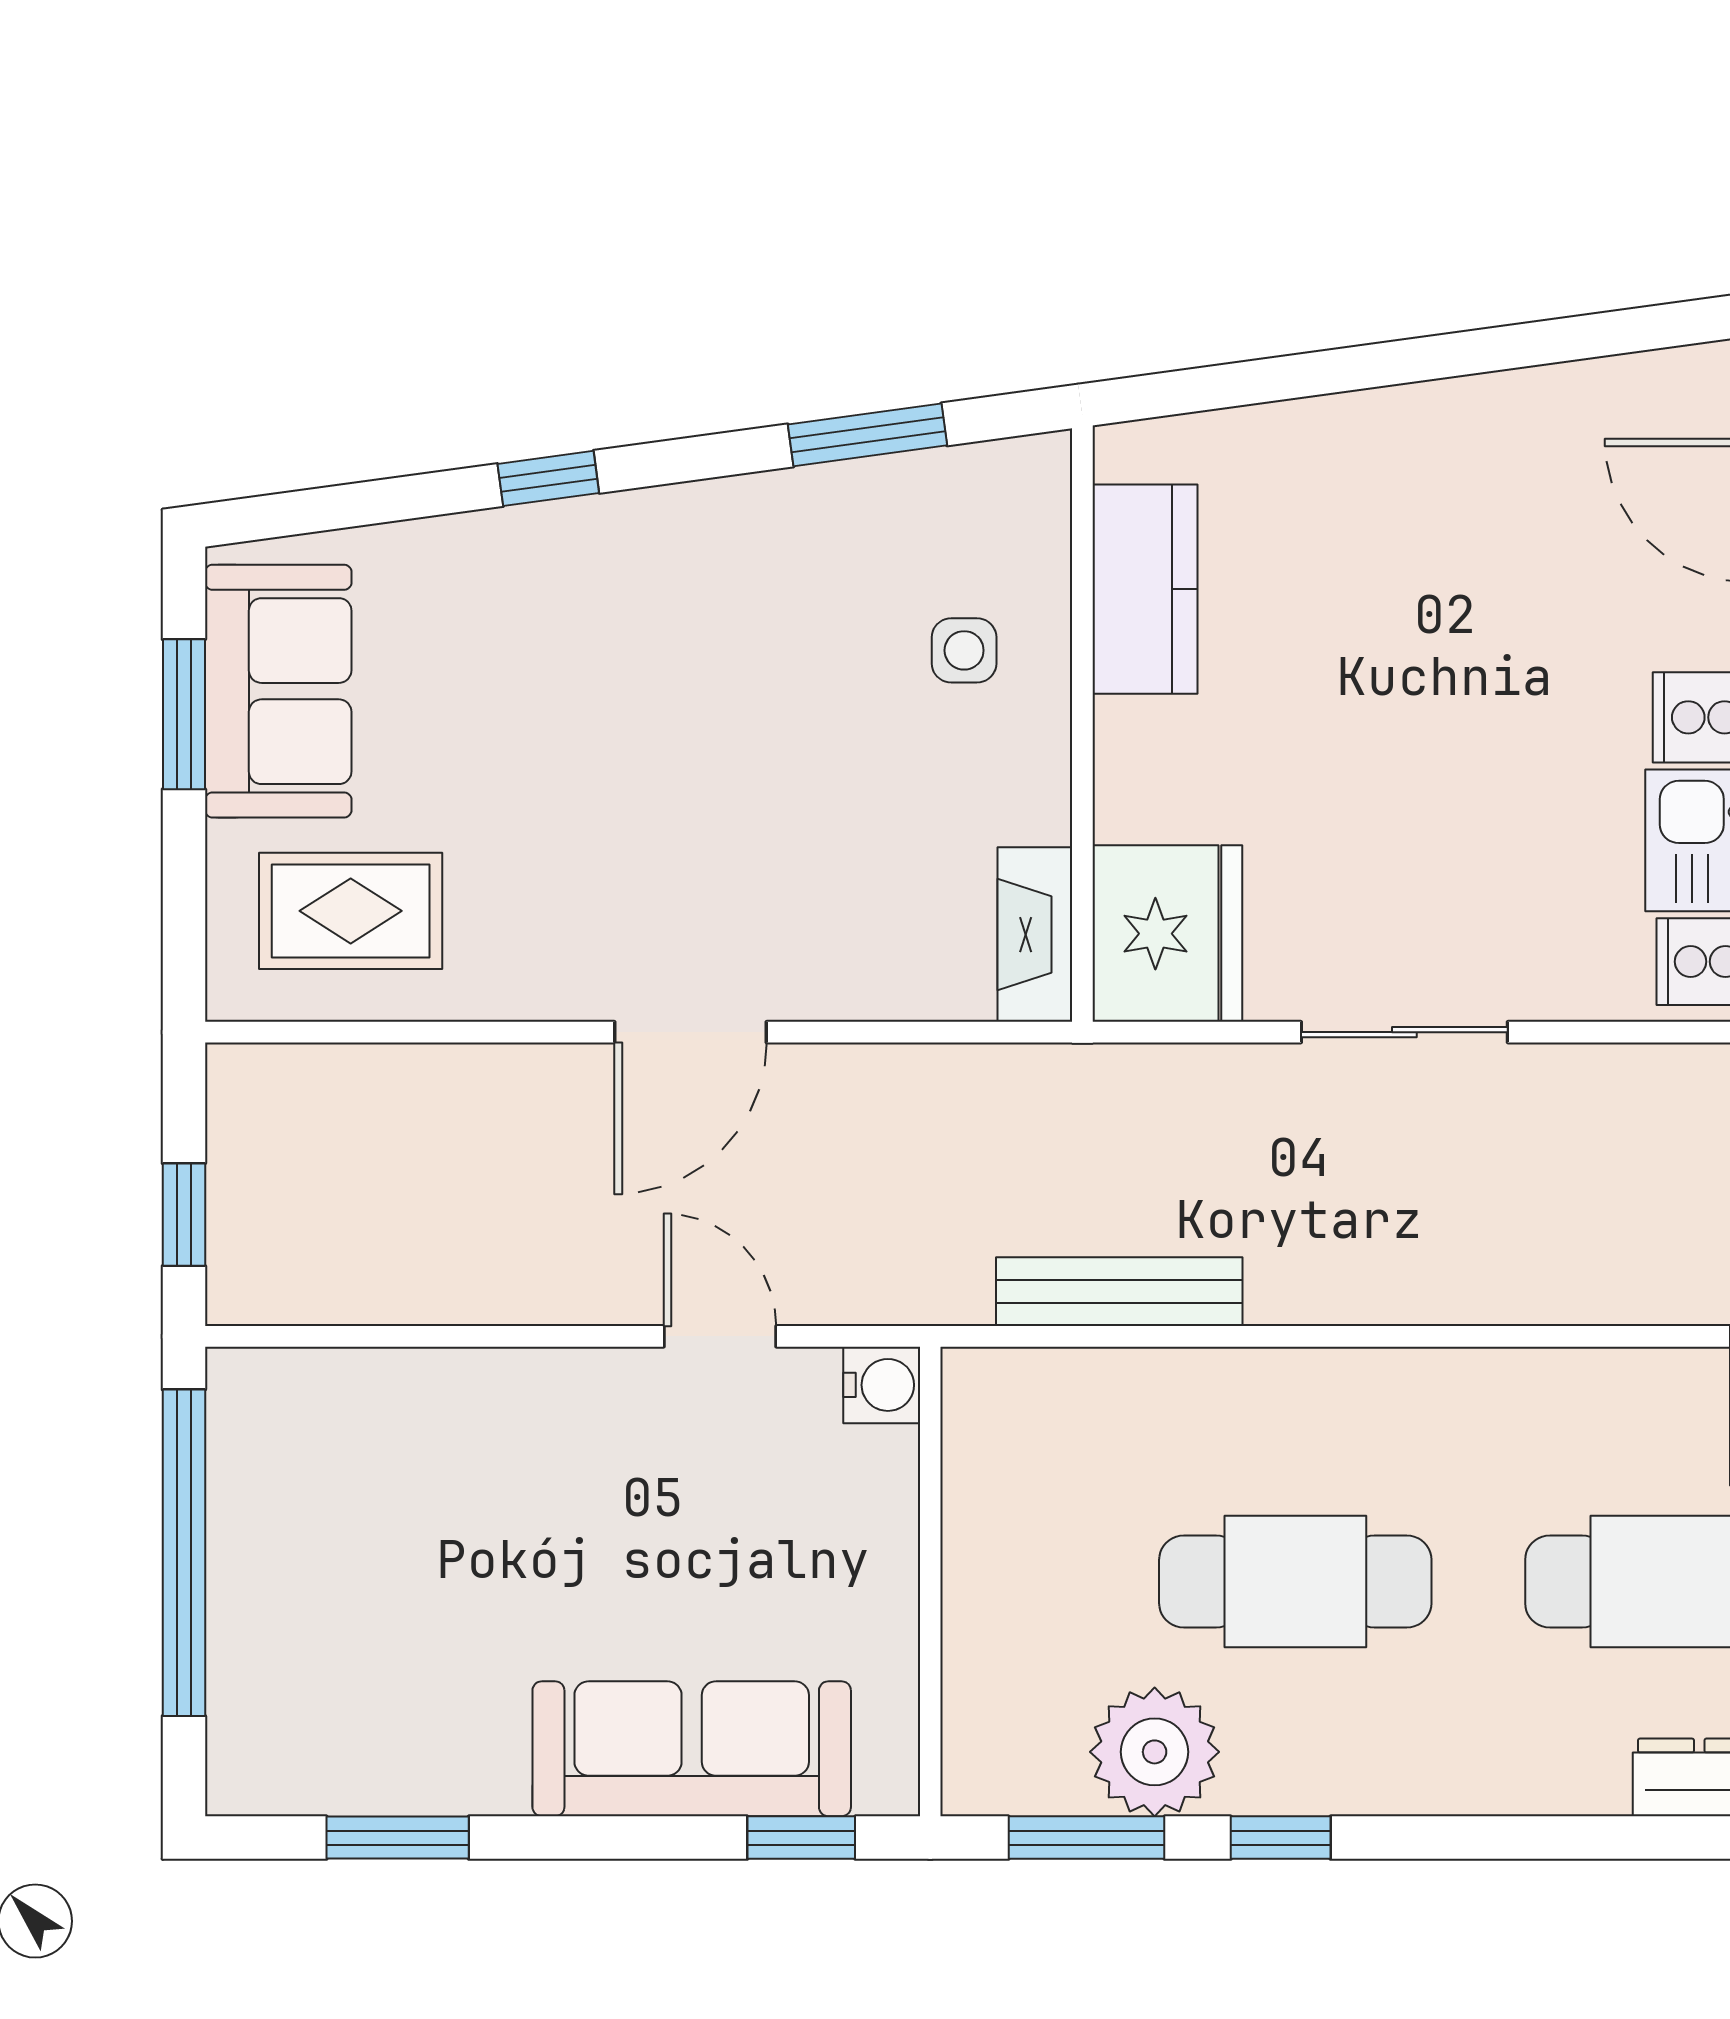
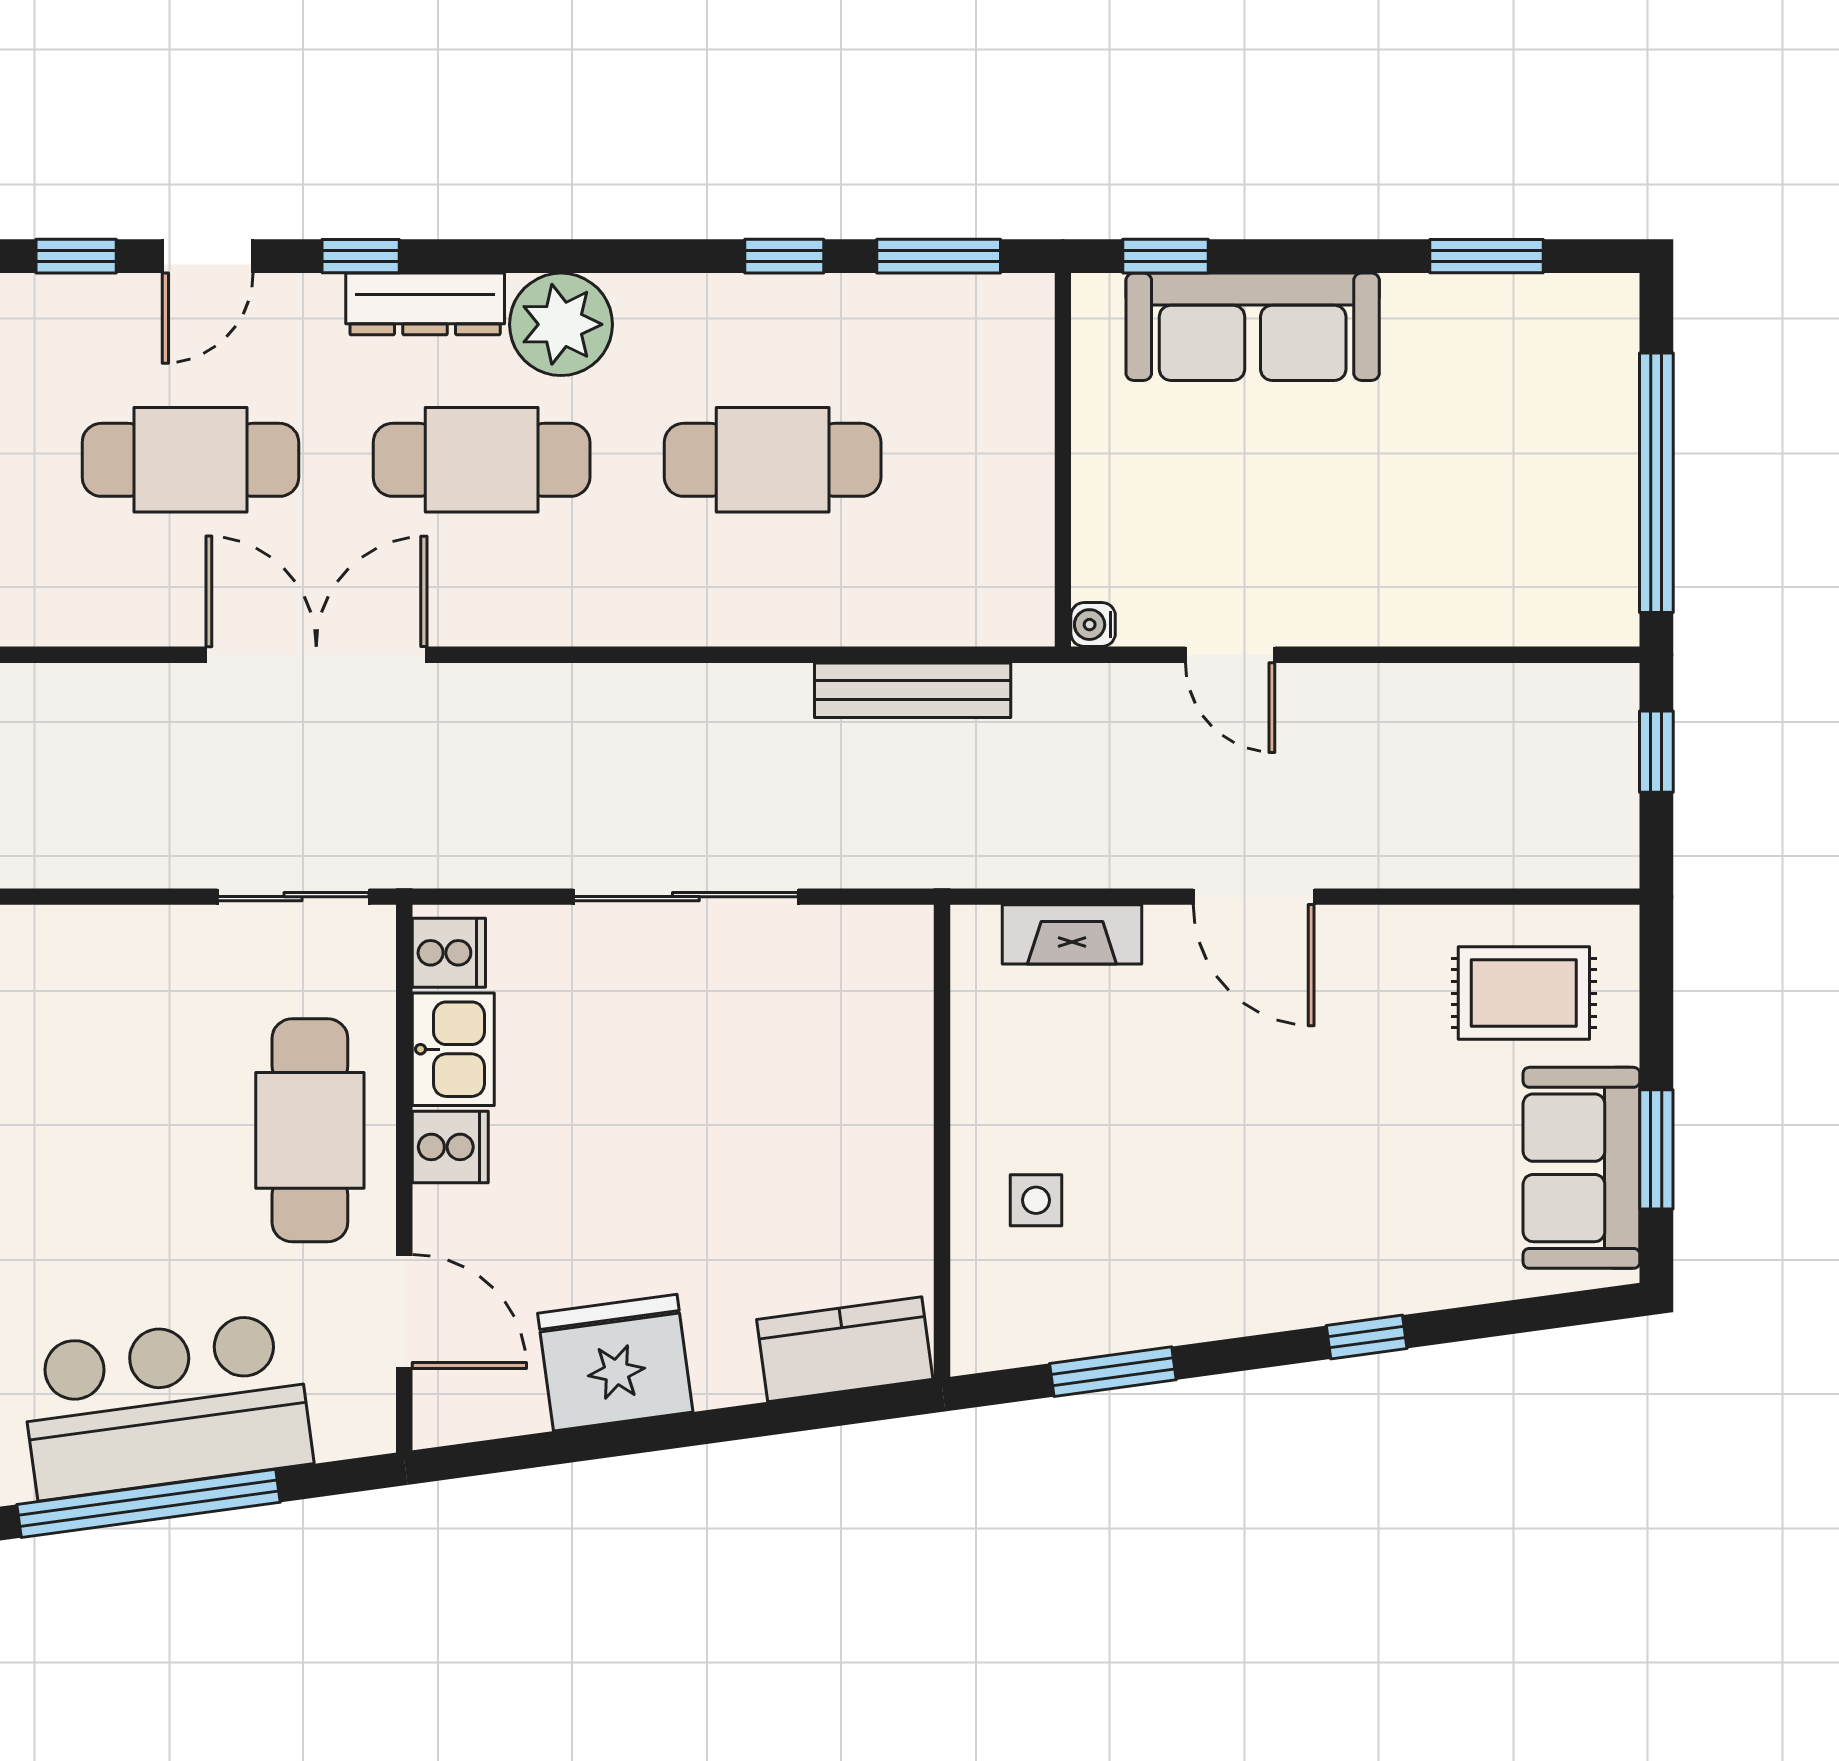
kitchen counter: (1145, 589) -> (845, 1349), moved, turned 82
fridge: (1167, 934) -> (615, 1363), moved, turned 82
fireplace: (1035, 935) -> (1072, 934), moved, turned 90
door: (690, 1032) -> (1254, 897), swing flipped
sliding door: (1404, 1032) -> (686, 897), width x1.37
water cooler: (882, 1385) -> (1093, 625), width x0.72, depth x0.72
plant: (1155, 1752) -> (561, 324), moved

